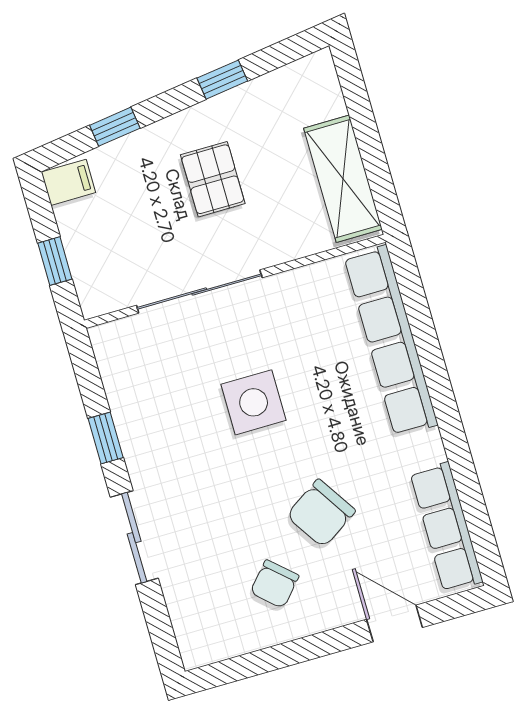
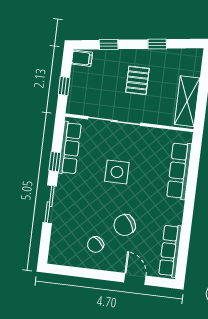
row of seats: (391, 341) -> (179, 171), width x0.73
row of seats: (126, 394) -> (70, 148), added

